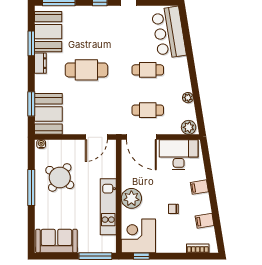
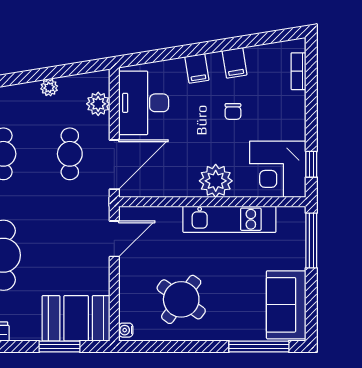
plant: (189, 127) -> (98, 104), moved
door: (96, 137) -> (114, 239), hinge flipped
window: (31, 187) -> (259, 346), moved
filing cabinet: (205, 221) -> (235, 63), moved

